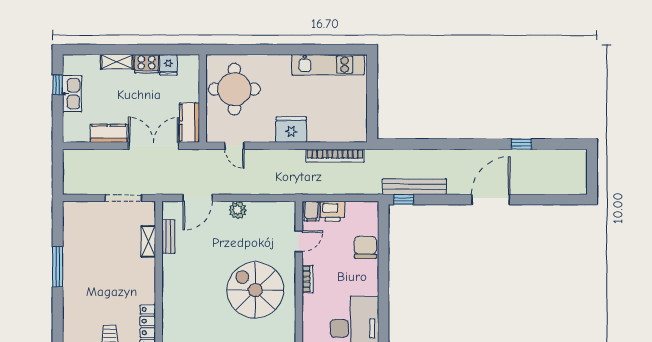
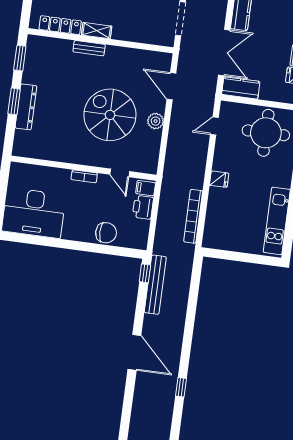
fridge: (291, 130) -> (219, 179), width x0.53, depth x0.75
bench: (168, 237) -> (89, 48), moved
shelving: (148, 241) -> (97, 31), moved
spiral stairs: (255, 290) -> (110, 115), moved, turned -90

